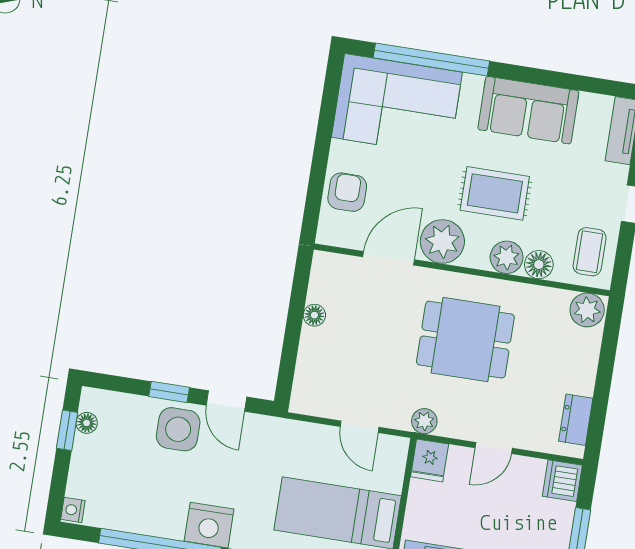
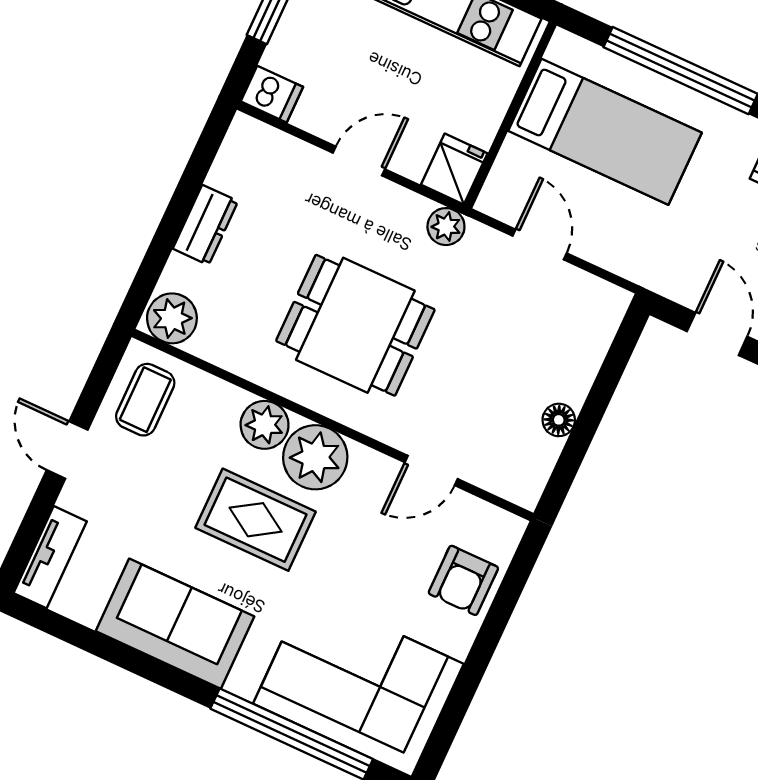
plant: (442, 241) -> (315, 457), moved
door: (389, 258) -> (431, 471), width x0.73
floor lamp: (539, 265) -> (222, 402), removed
dresser: (576, 420) -> (205, 225), moved
dishwasher: (562, 481) -> (272, 94), width x0.73

